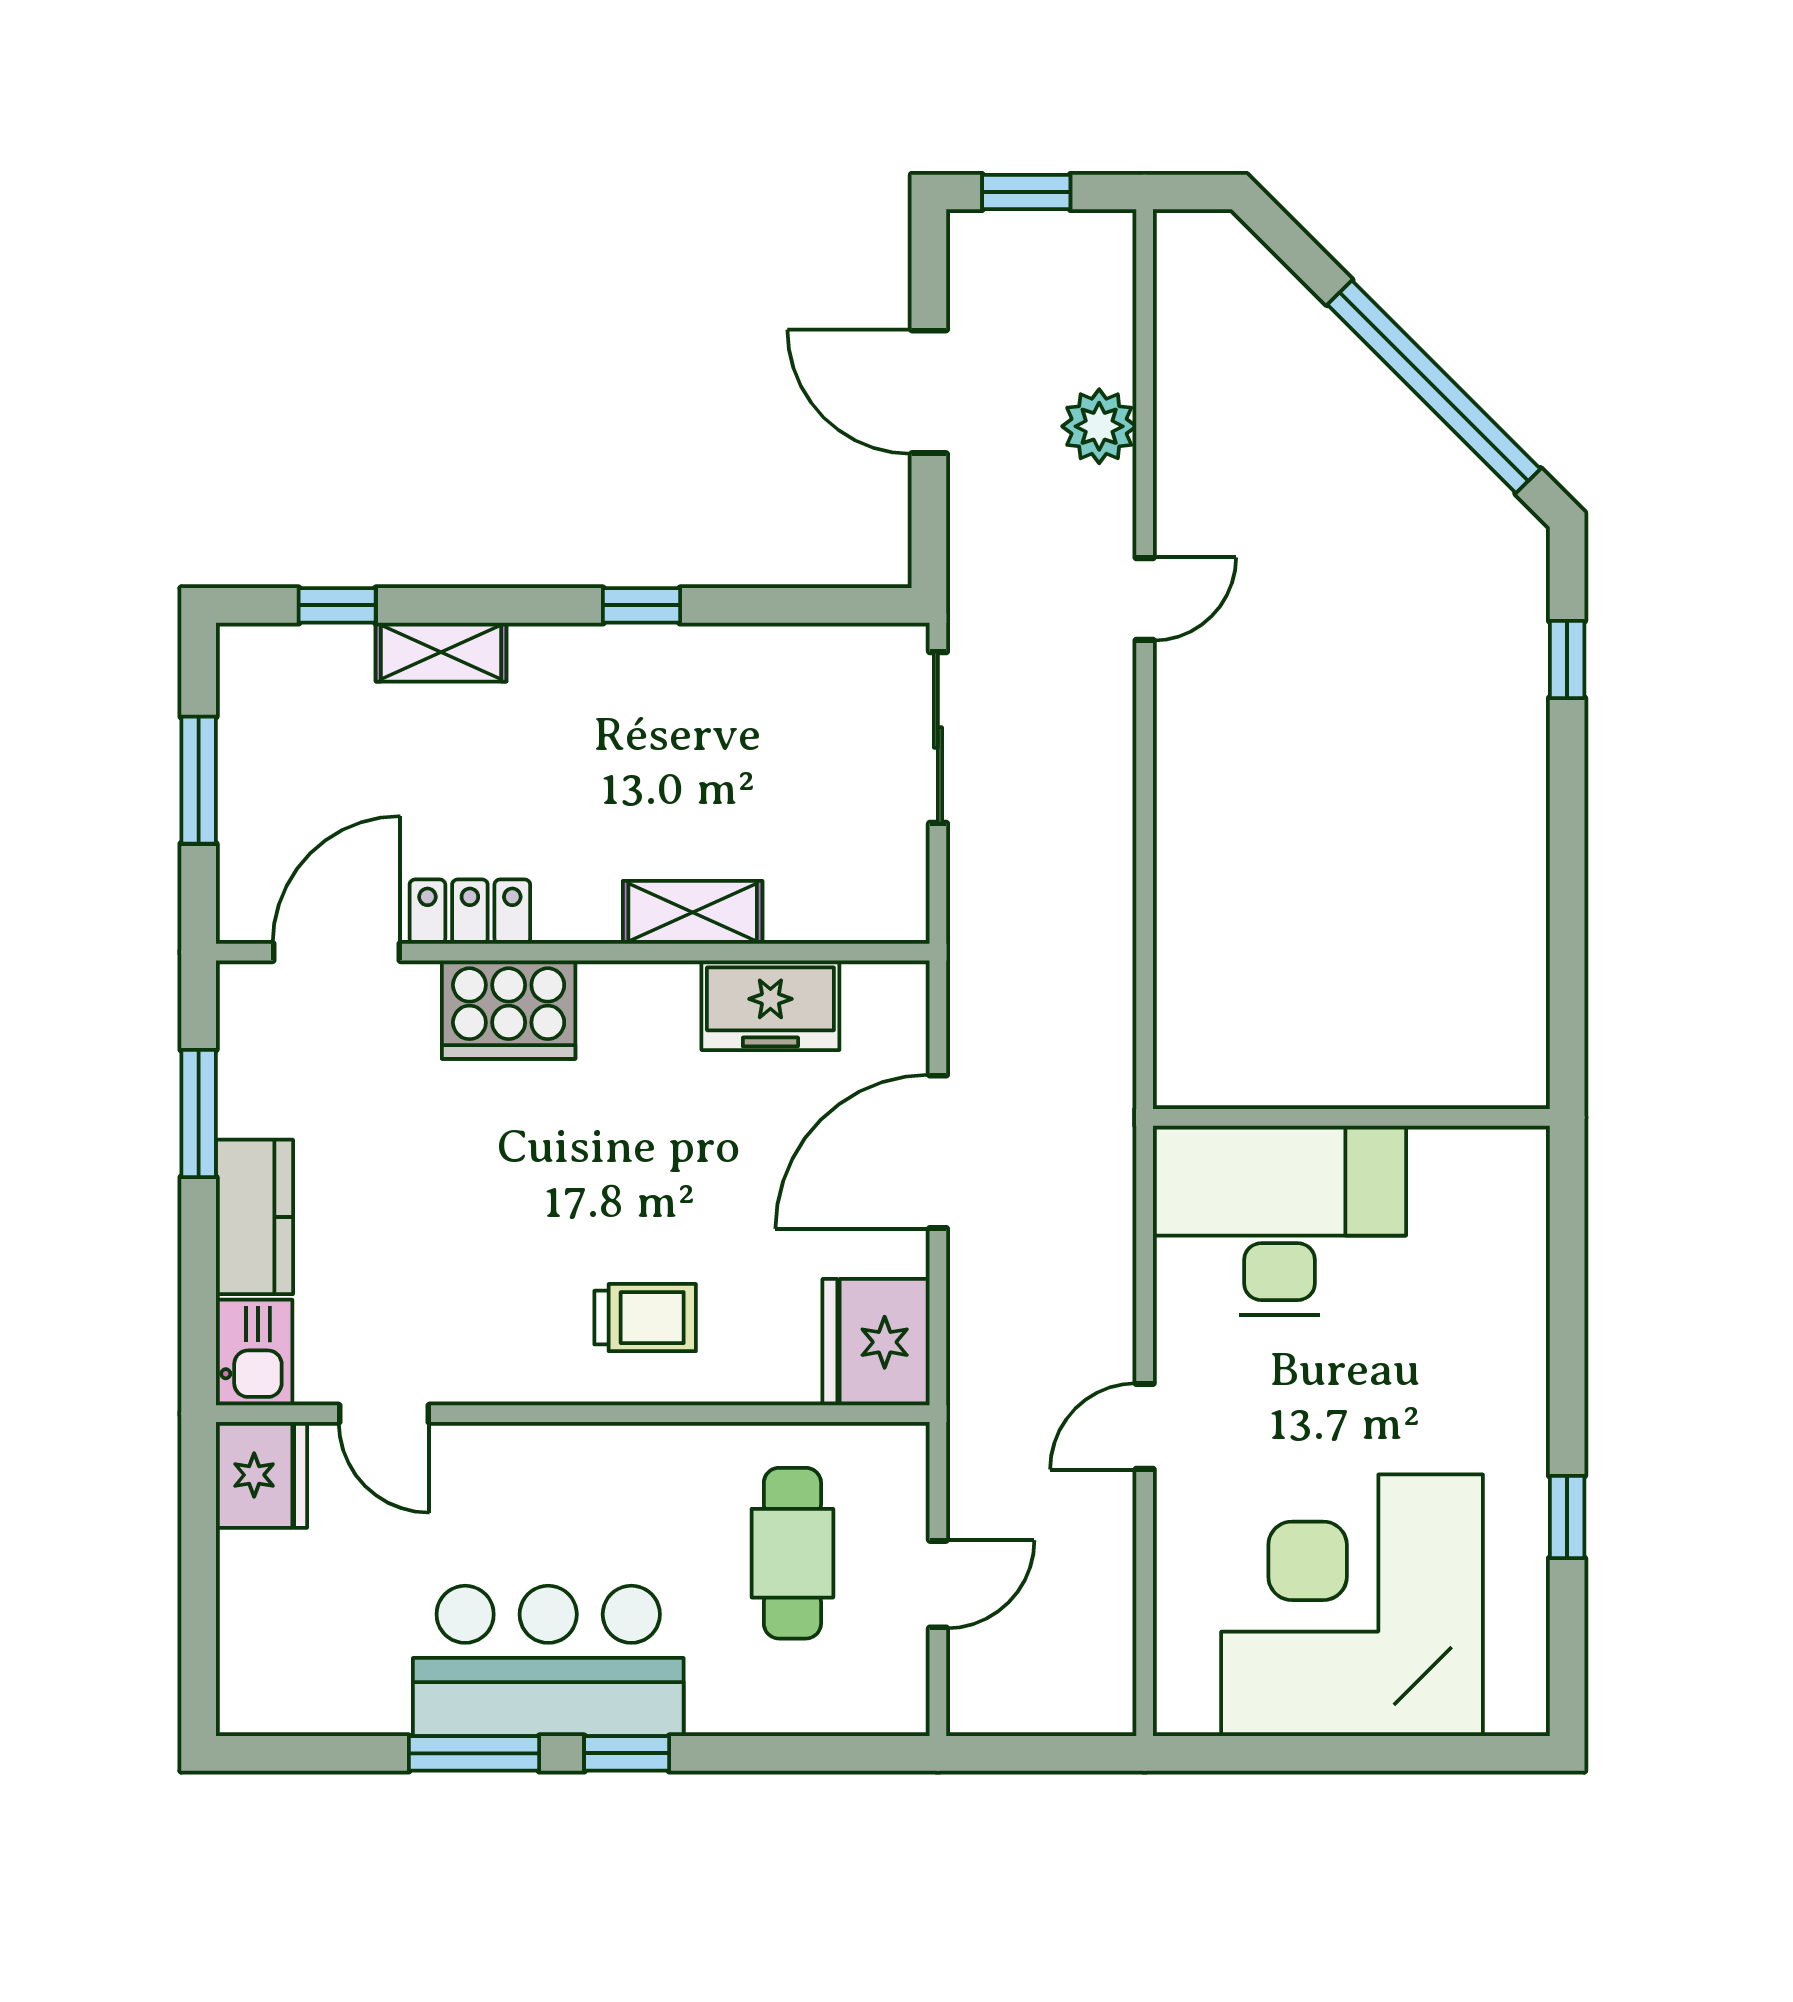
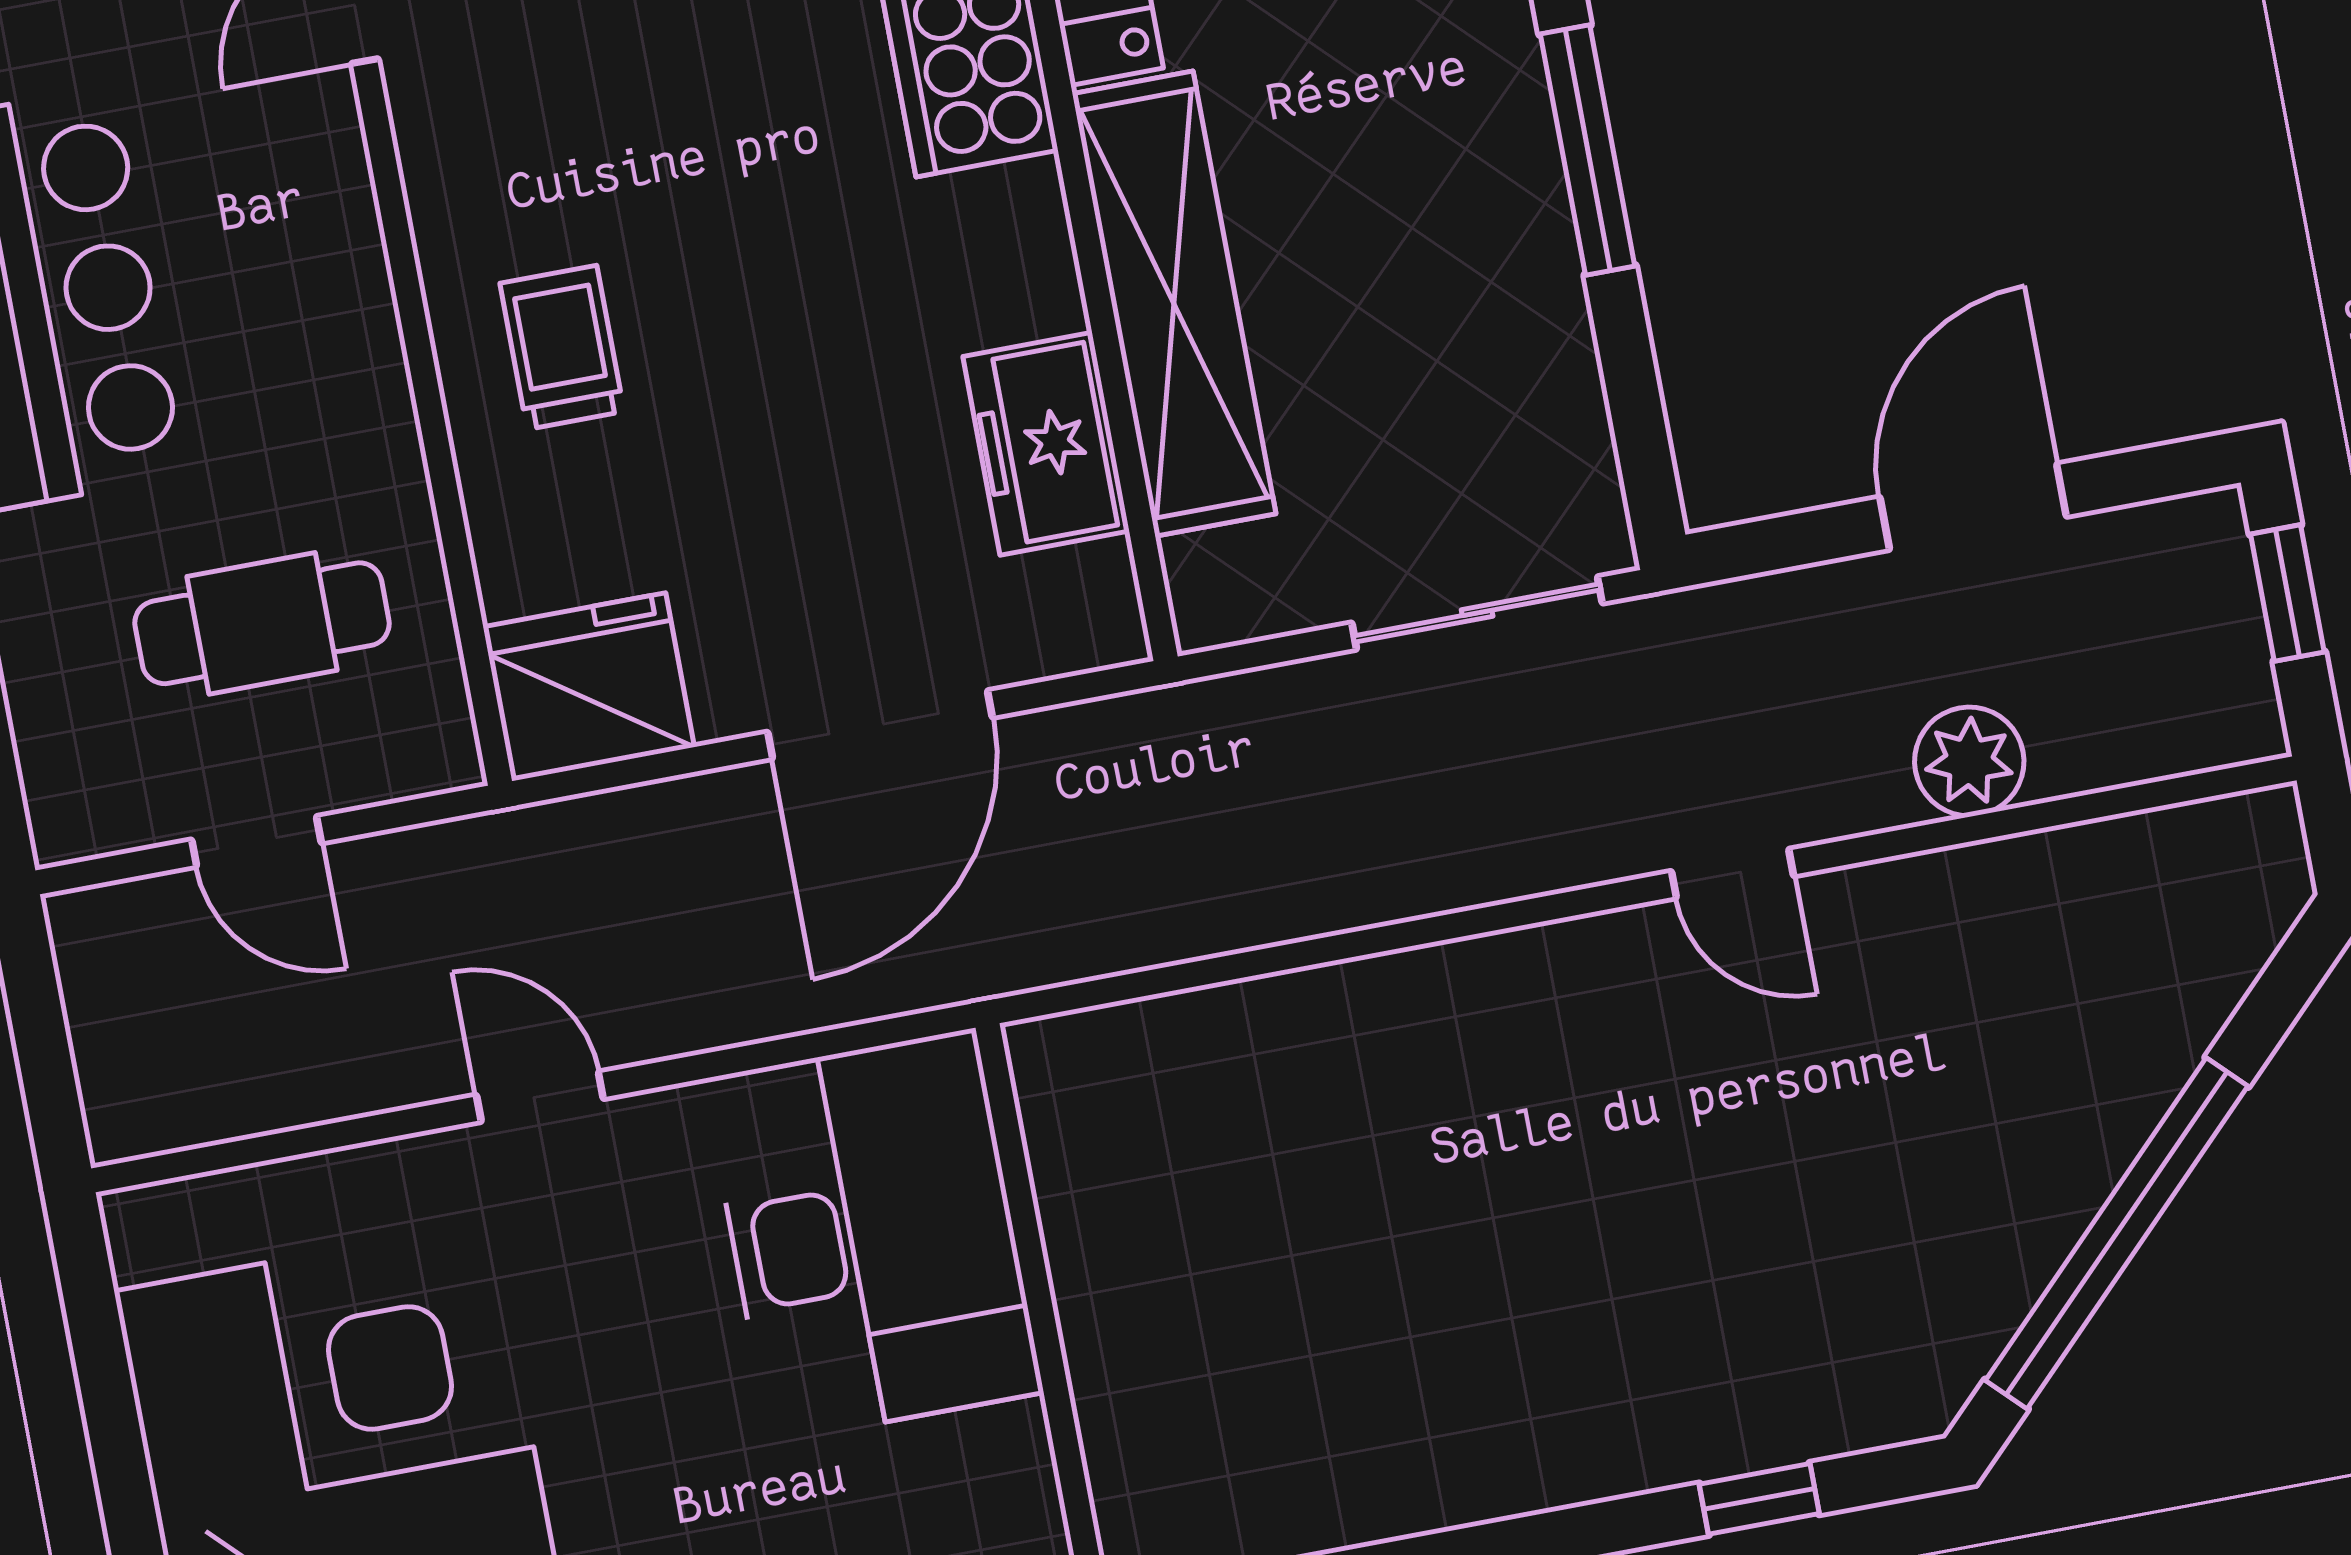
window: (641, 605) -> (1588, 150), width x2.17
shelving: (693, 912) -> (1174, 304), width x2.20, depth x1.33
door: (938, 1152) -> (880, 725), swing flipped
trolley: (645, 1318) -> (562, 347), turned 180

